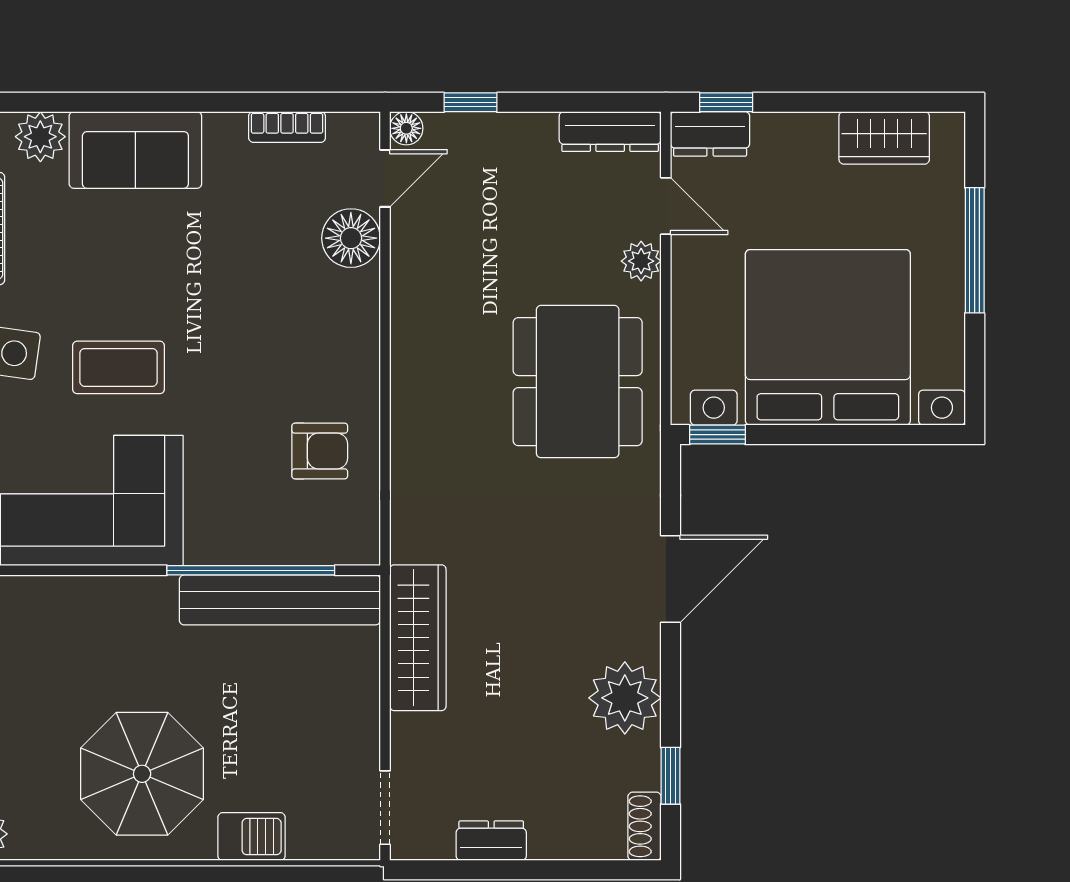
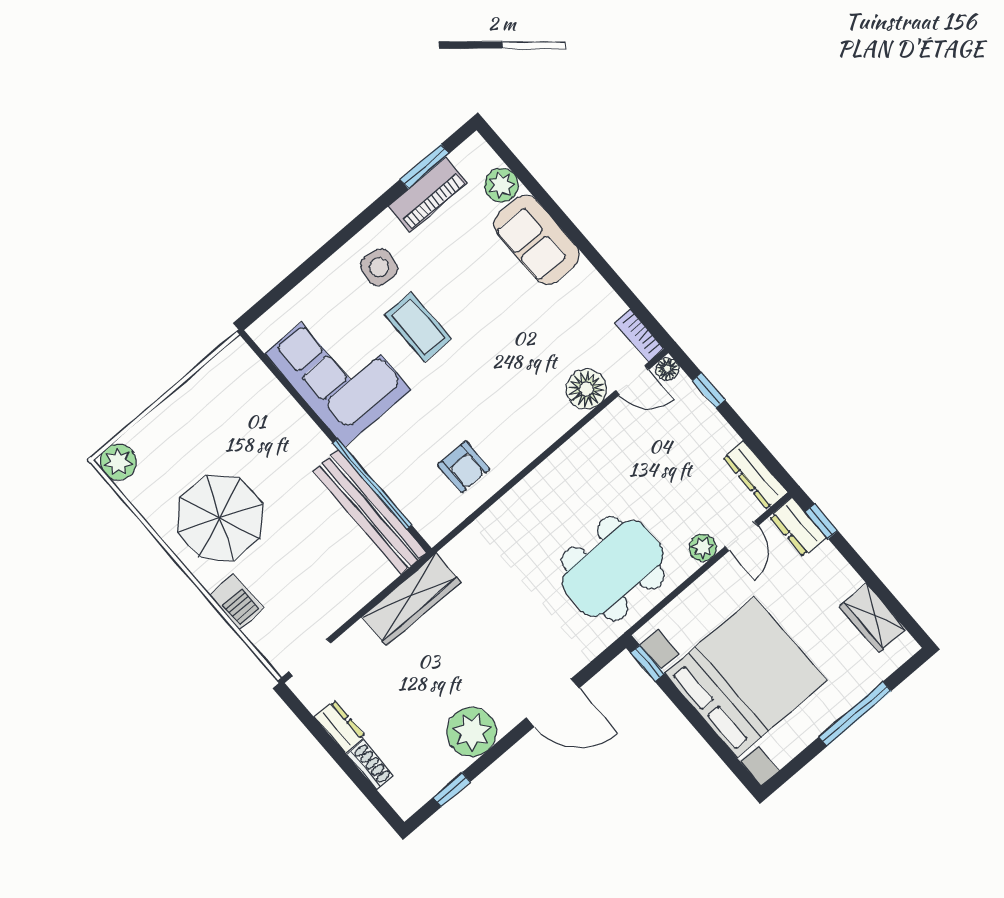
bookcase: (287, 127) -> (639, 335), moved
shoe rack: (645, 826) -> (370, 765), moved, turned 90

